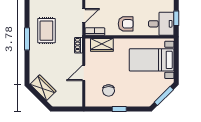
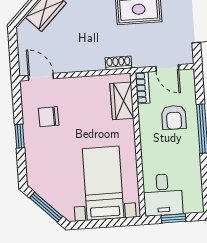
armchair: (126, 24) -> (174, 117), moved
door: (84, 73) -> (41, 77), moved

